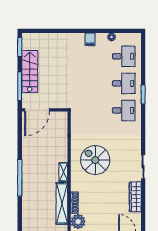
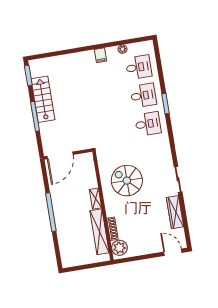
door: (37, 110) -> (60, 155), moved
wall: (45, 110) -> (68, 154), moved

